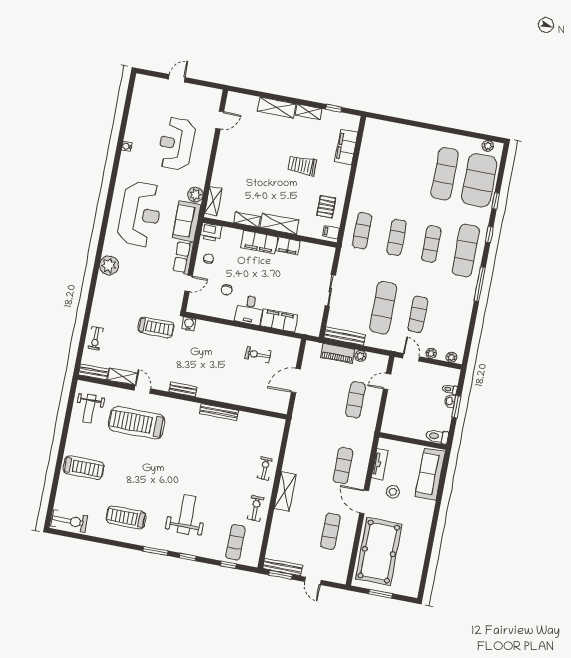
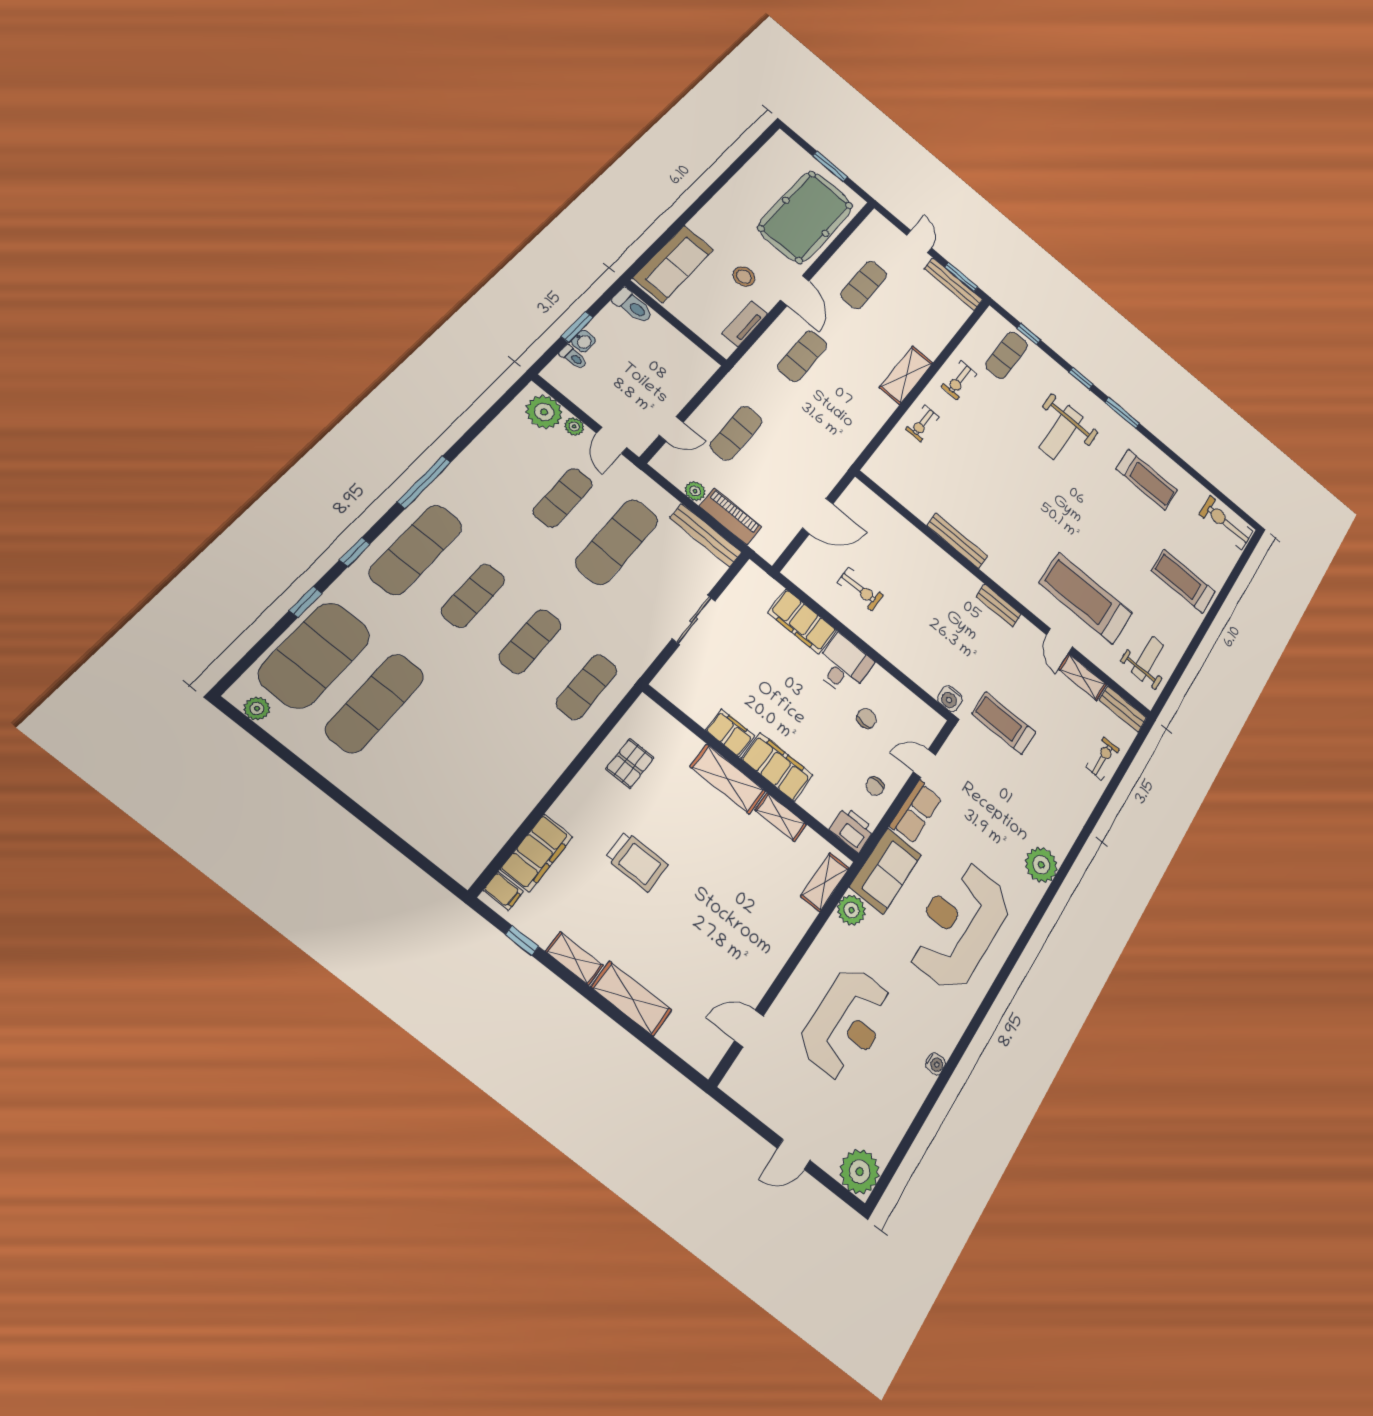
plant: (144, 85) -> (860, 1172), added
filing cabinet: (331, 232) -> (503, 891), moved
plant: (452, 357) -> (544, 412), width x1.87, depth x1.87
treadmill: (137, 423) -> (1086, 598), turned 180

